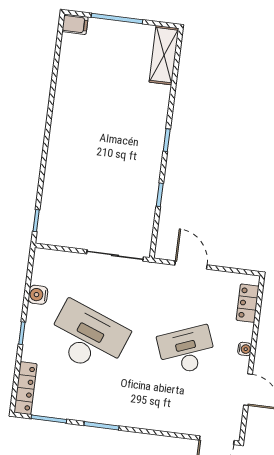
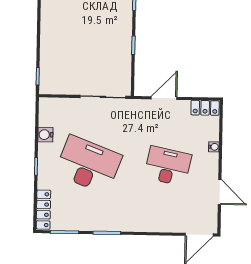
door: (191, 265) -> (164, 98), hinge flipped
locker: (248, 303) -> (205, 108), moved, turned -90
water cooler: (245, 349) -> (214, 147), moved
desk: (187, 350) -> (168, 166), turned 33

